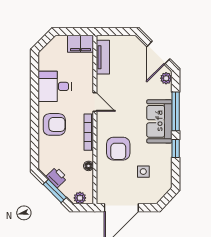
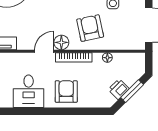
floor lamp: (104, 120) -> (61, 42), added
armchair: (118, 149) -> (90, 28), turned -102
plant: (80, 198) -> (139, 66), removed

